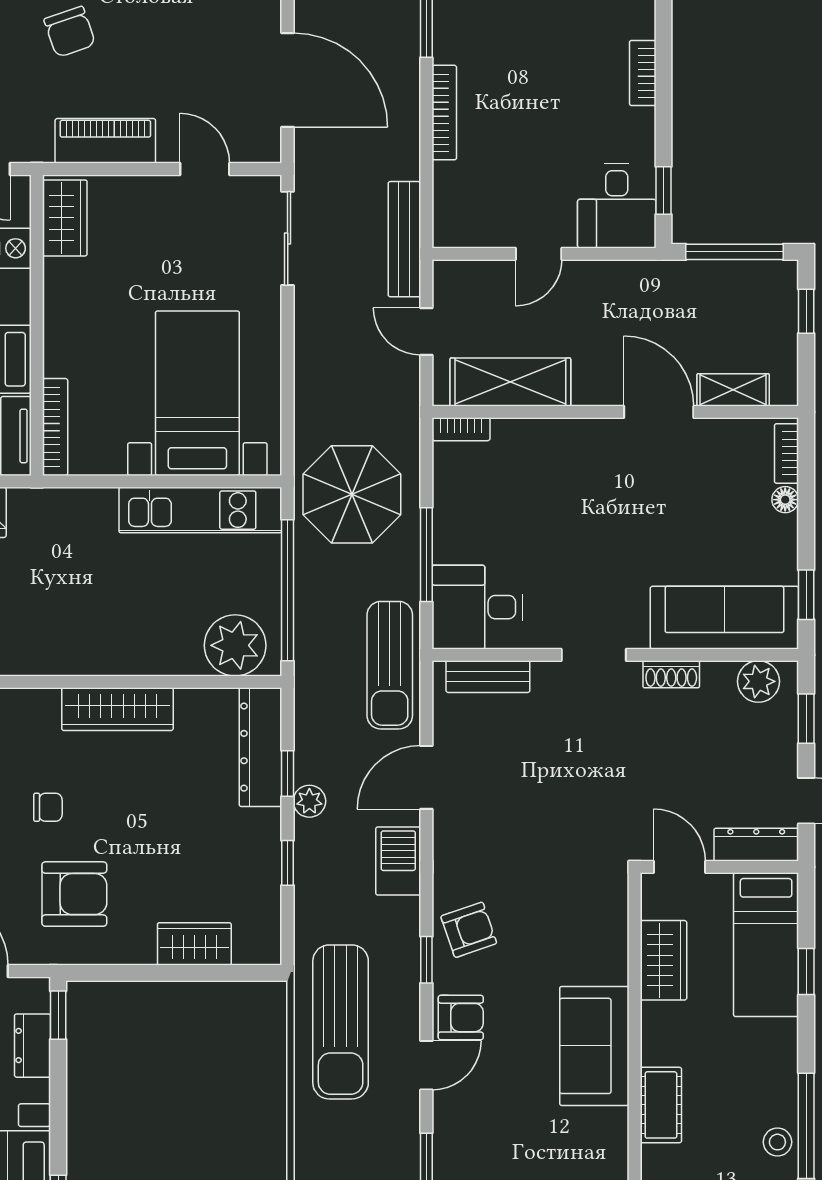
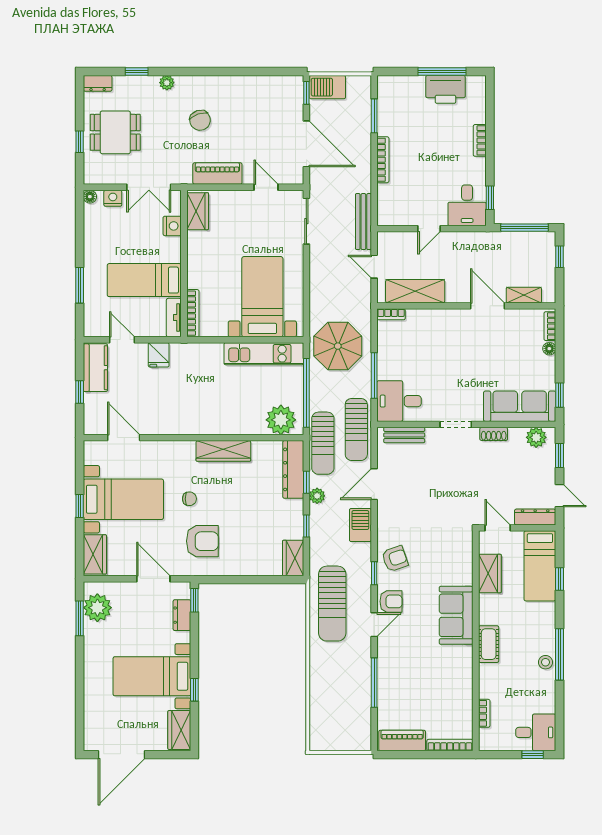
sun lounger: (321, 693) -> (323, 443), added
wardrobe: (194, 944) -> (293, 558), moved, turned -90

